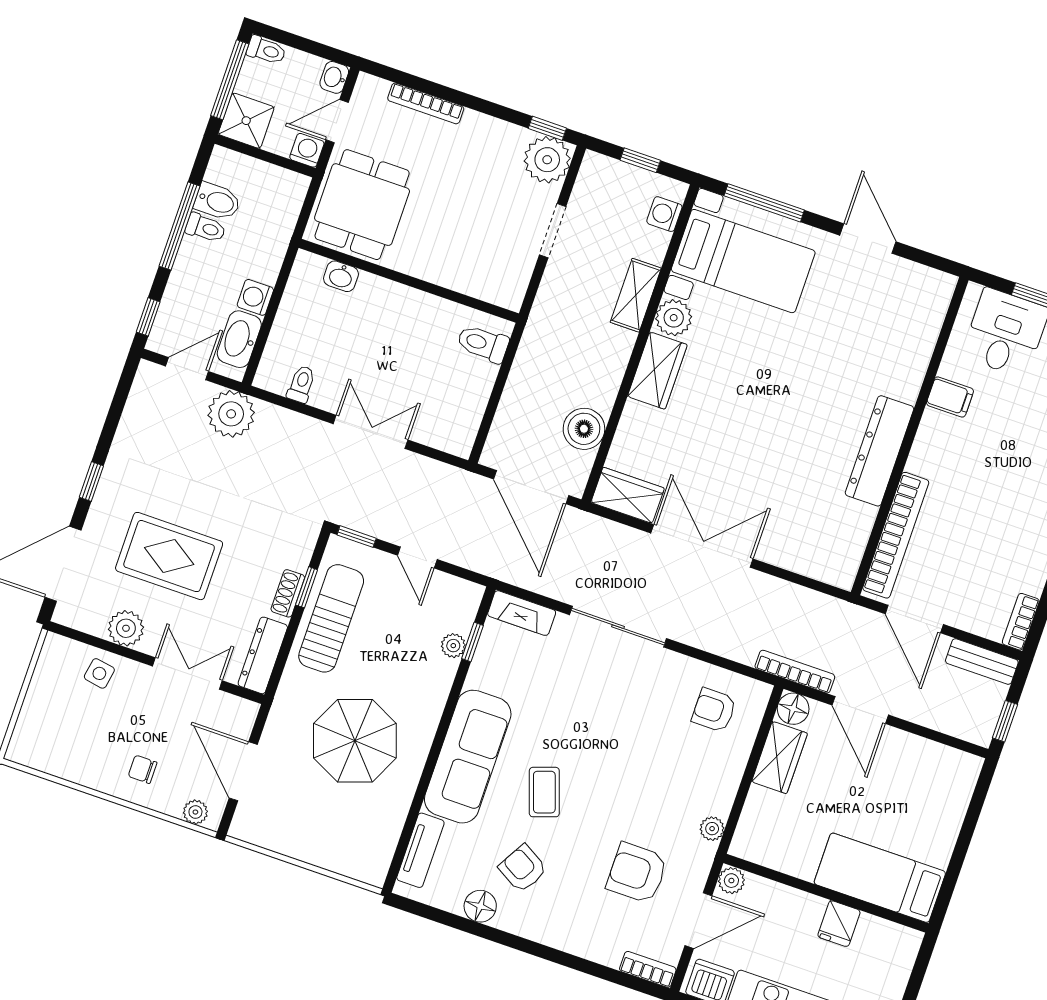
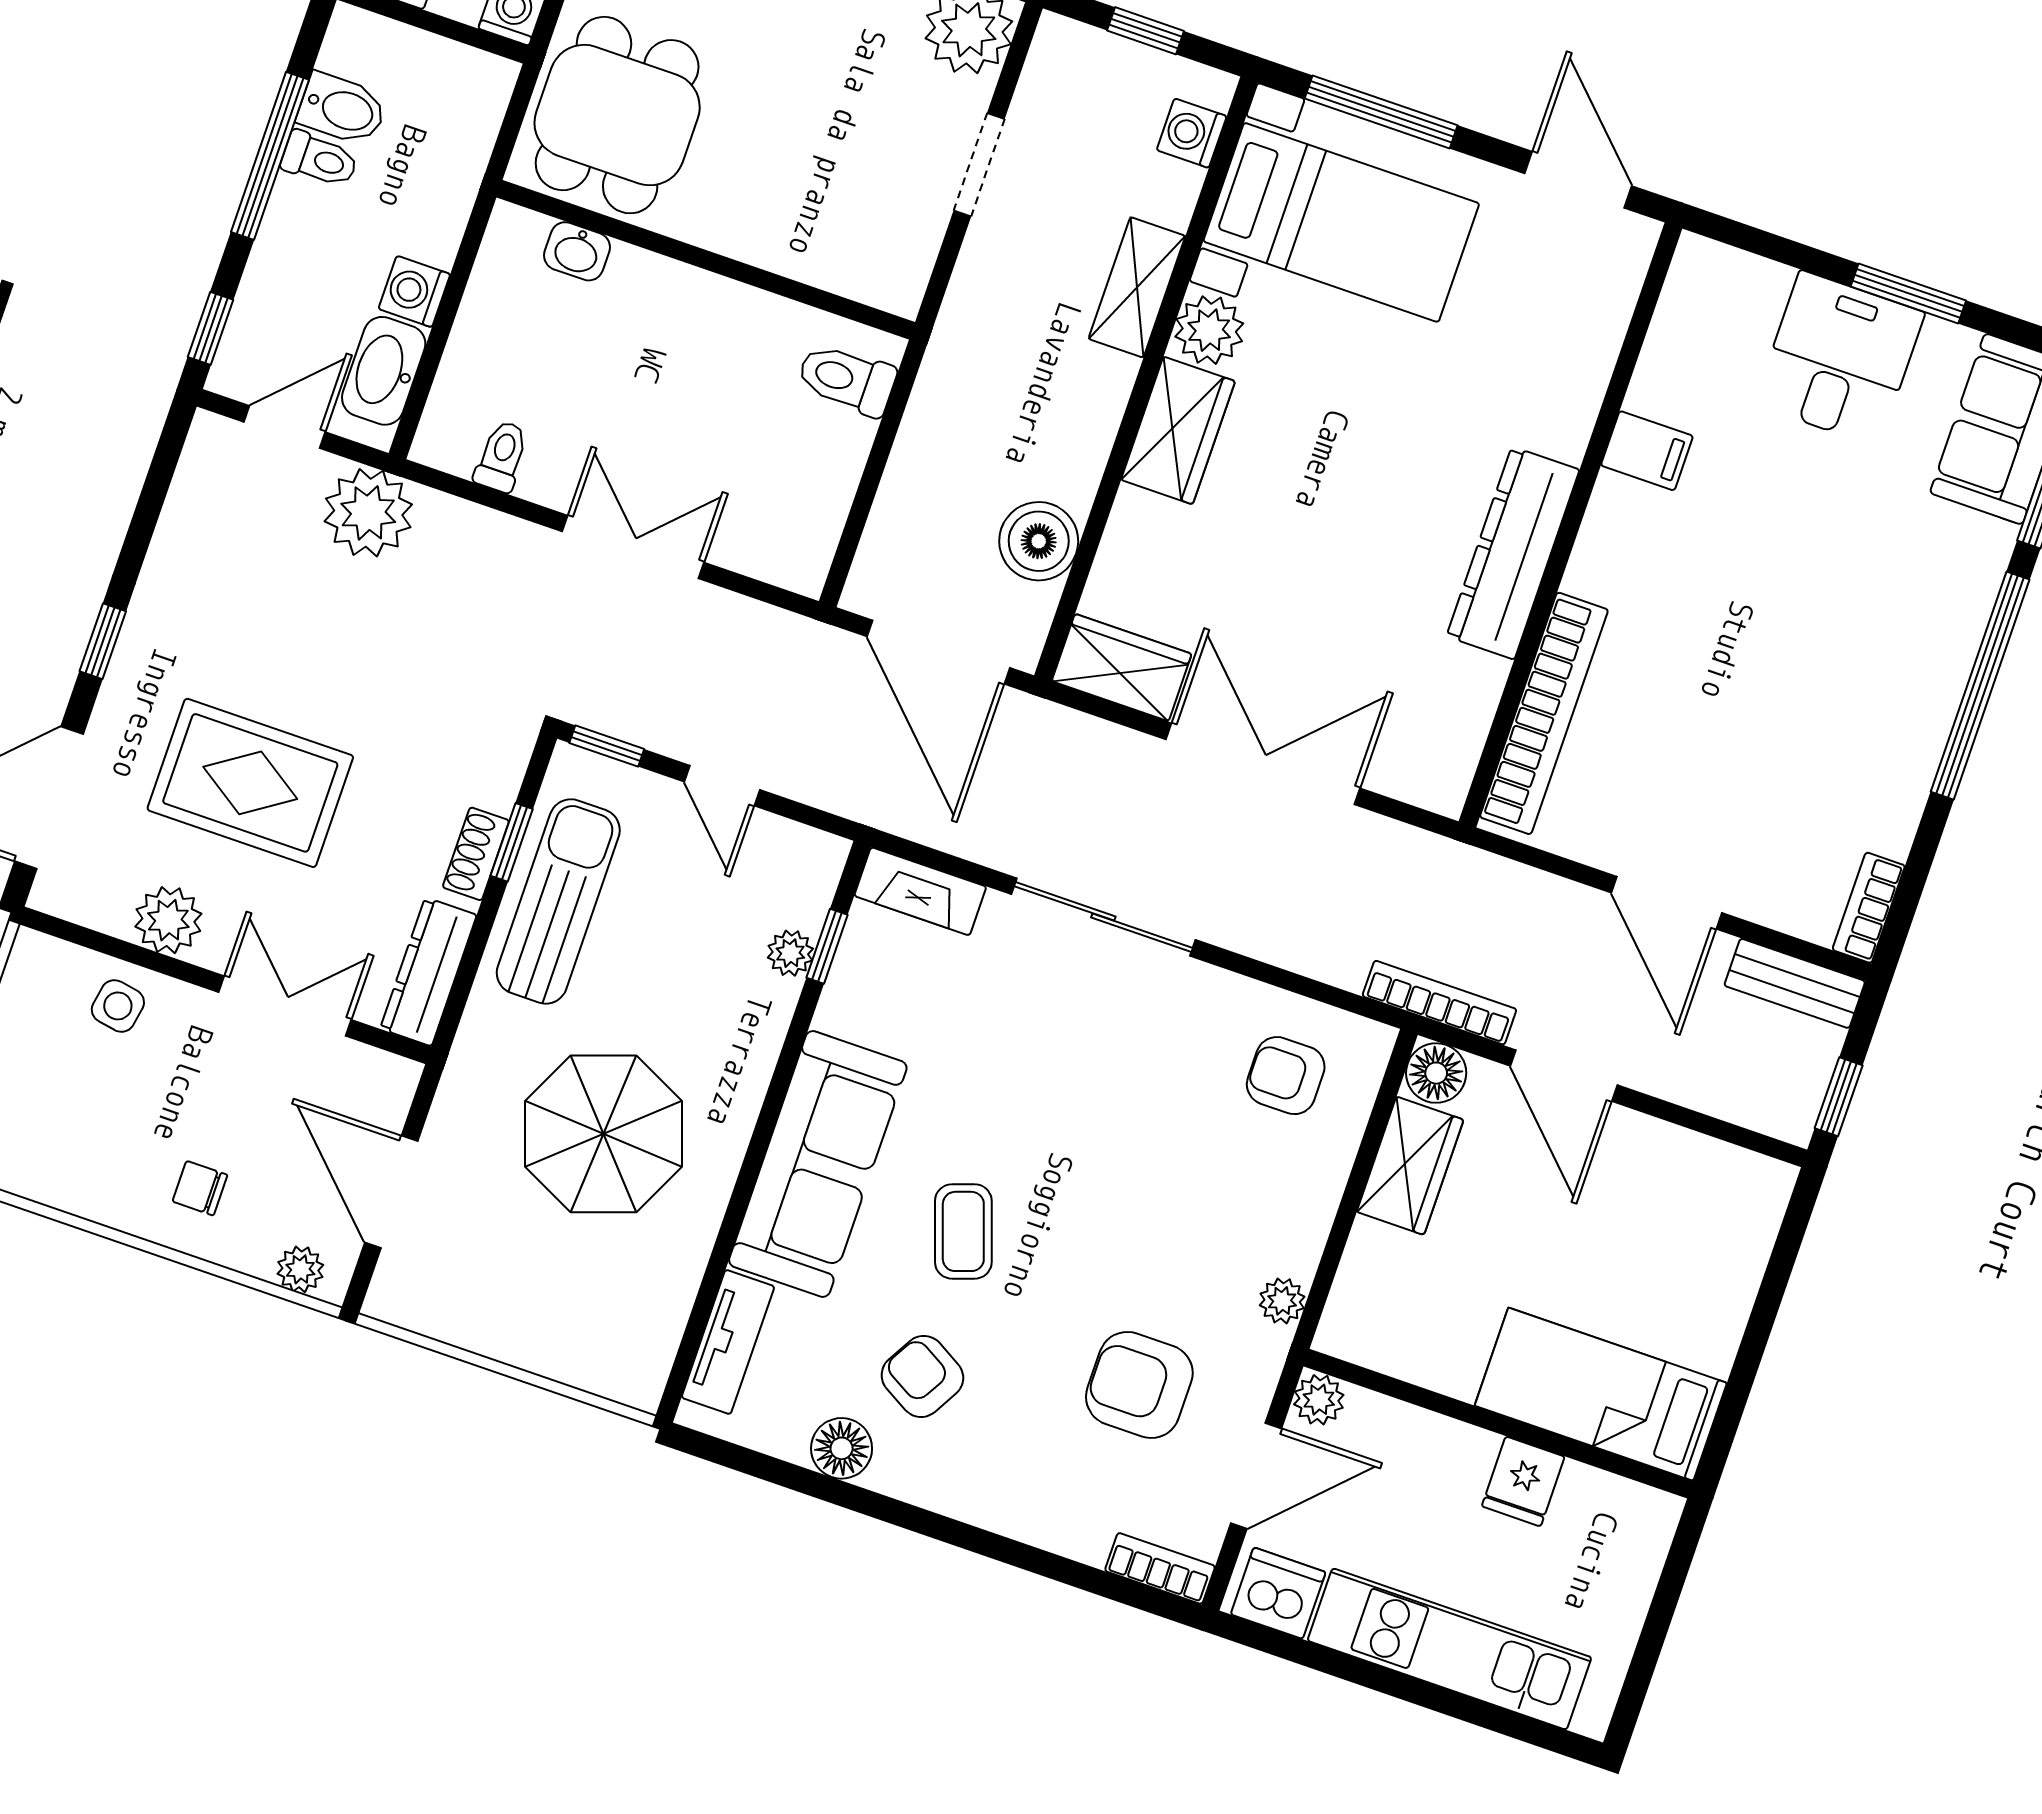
filing cabinet: (950, 397) -> (1647, 451), moved
wall: (910, 436) -> (1570, 525), moved
dresser: (879, 451) -> (1513, 553), moved
bookcase: (896, 535) -> (1544, 713), moved

